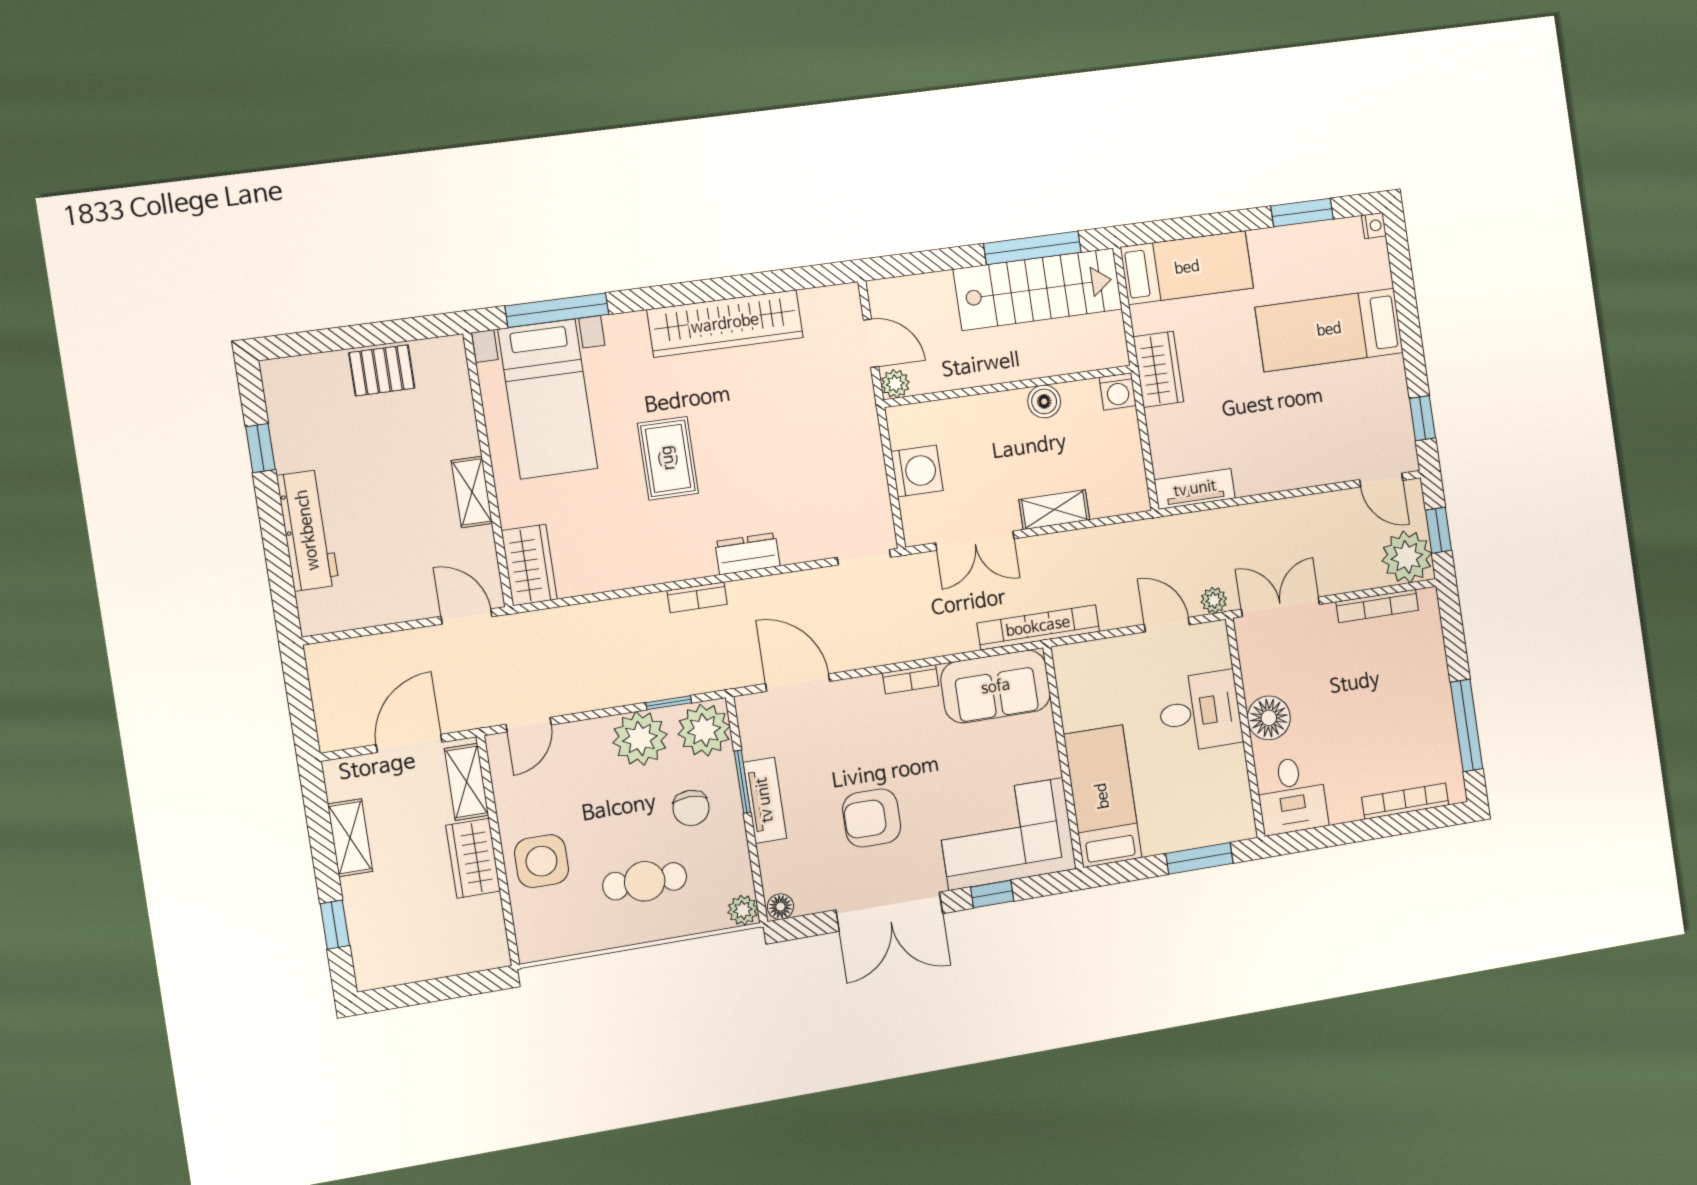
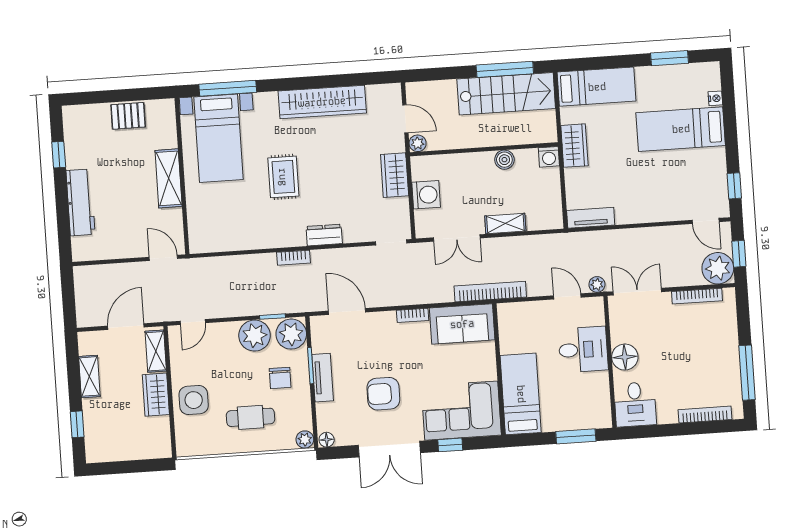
nightstand: (1374, 226) -> (715, 98), moved
shelving: (472, 492) -> (169, 178), width x1.50, depth x1.33
wardrobe: (529, 565) -> (395, 175), moved, turned 180

